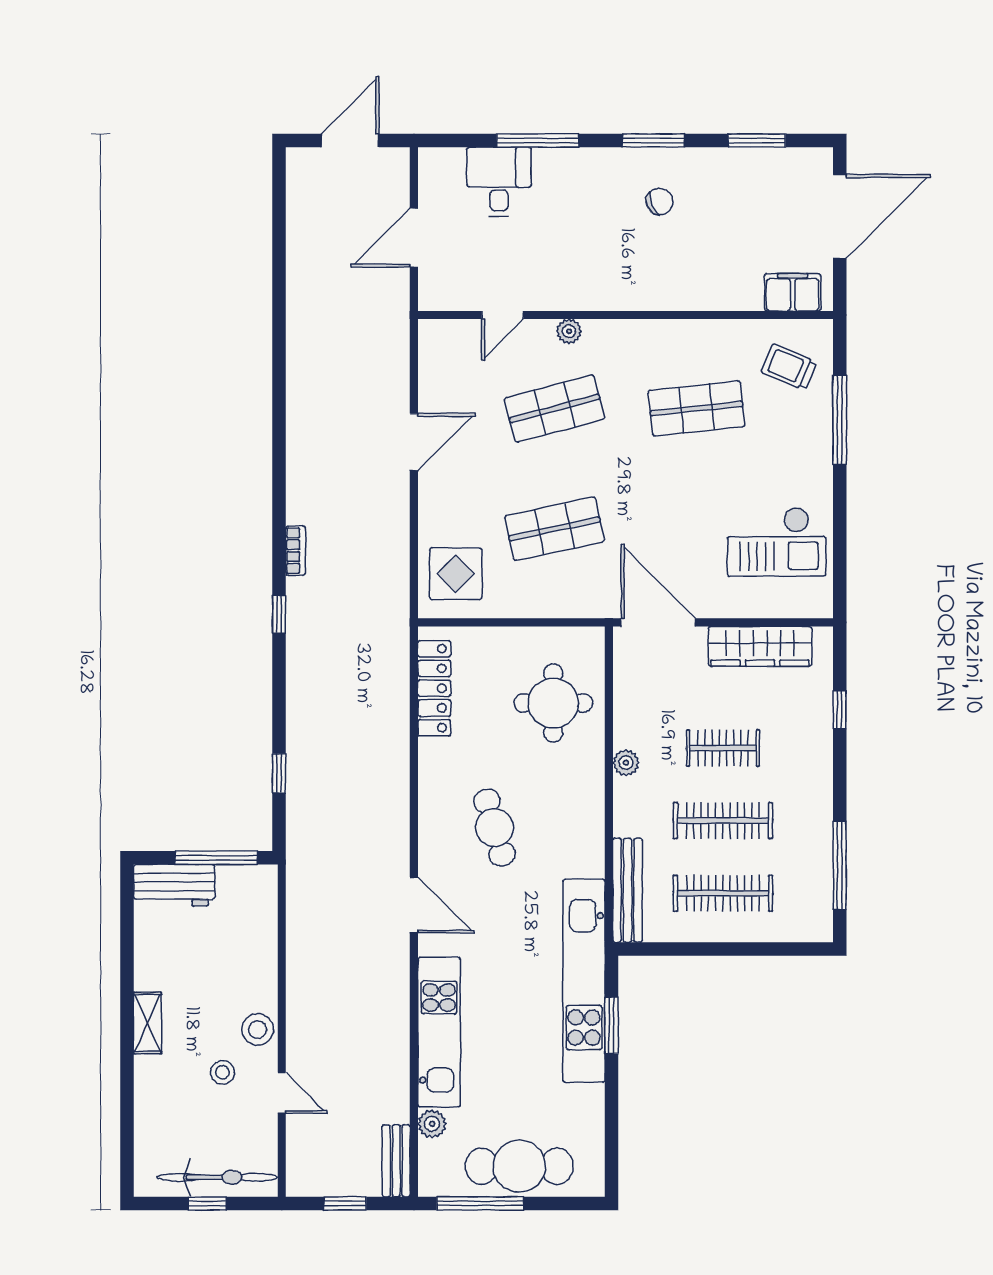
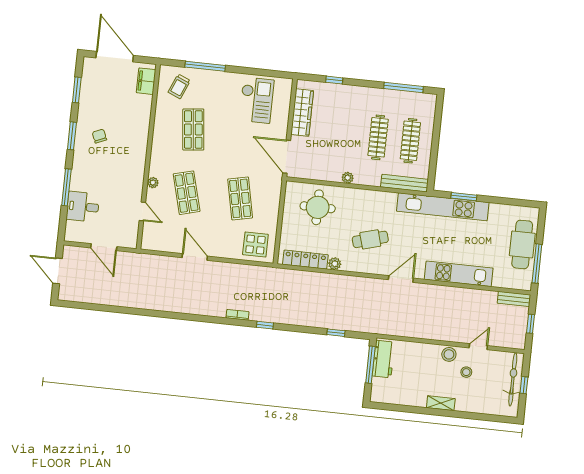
door: (658, 622) -> (287, 157), hinge flipped
clothes rail: (723, 748) -> (346, 134), removed
workbench: (174, 885) -> (383, 359), moved
plant: (432, 1124) -> (335, 264), moved

